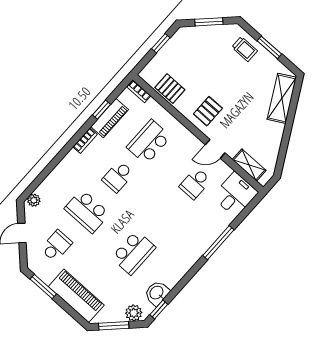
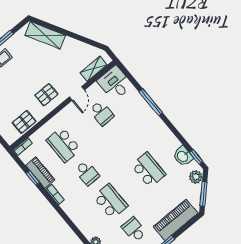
pallet: (208, 111) -> (46, 95), turned 90
school desk: (87, 211) -> (111, 201), turned -90

